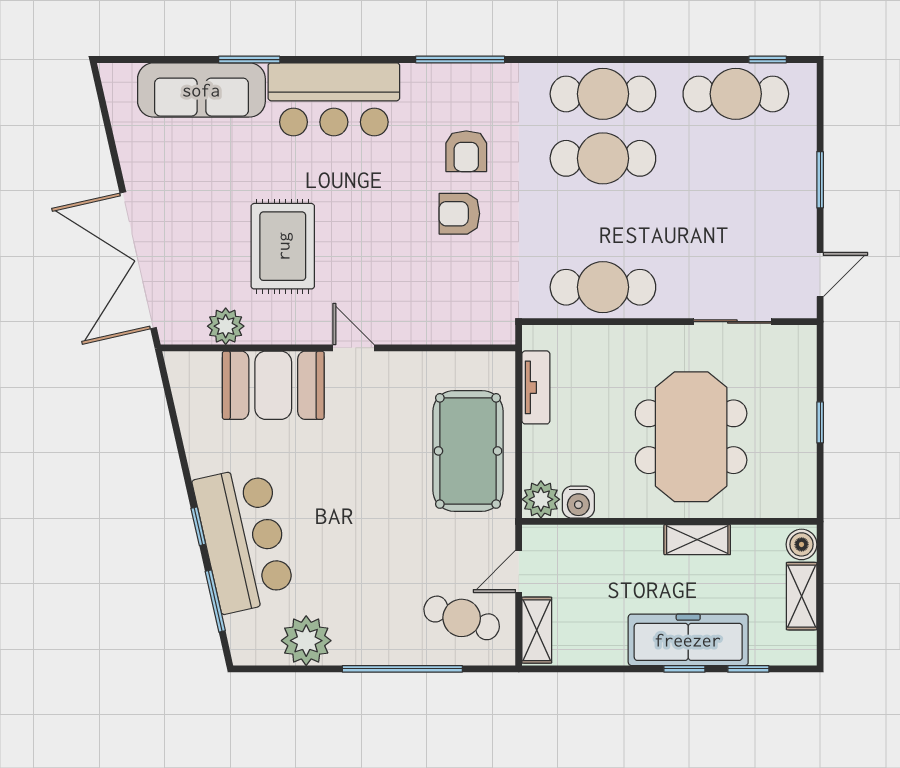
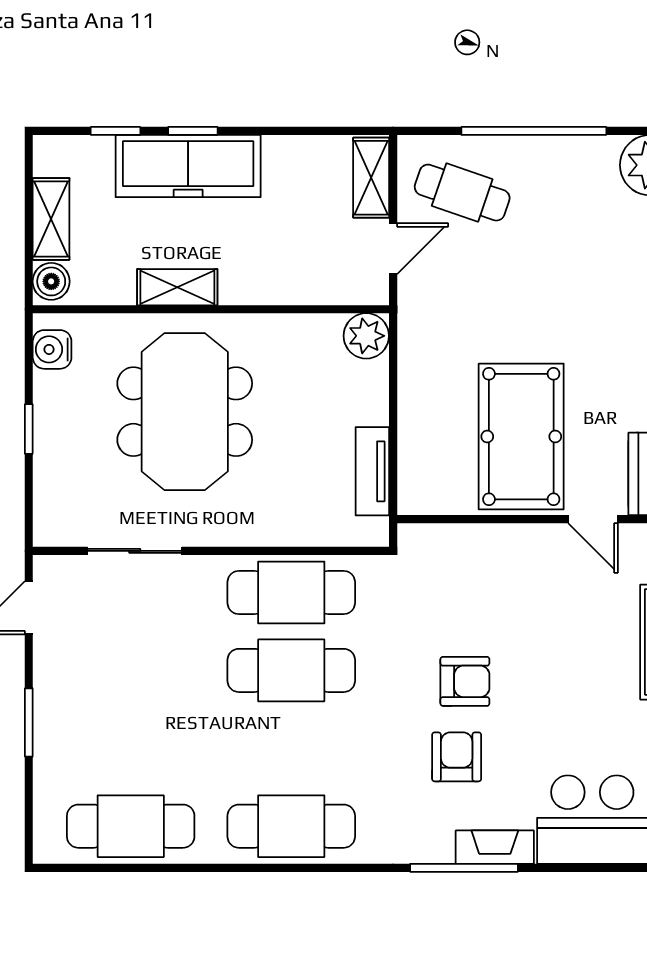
window: (768, 60) -> (92, 868), removed
fireplace: (435, 77) -> (495, 847), added
cafe table: (603, 158) -> (291, 670), moved
pool table: (468, 451) -> (521, 437), moved
water cooler: (578, 502) -> (52, 349), moved, turned -90

